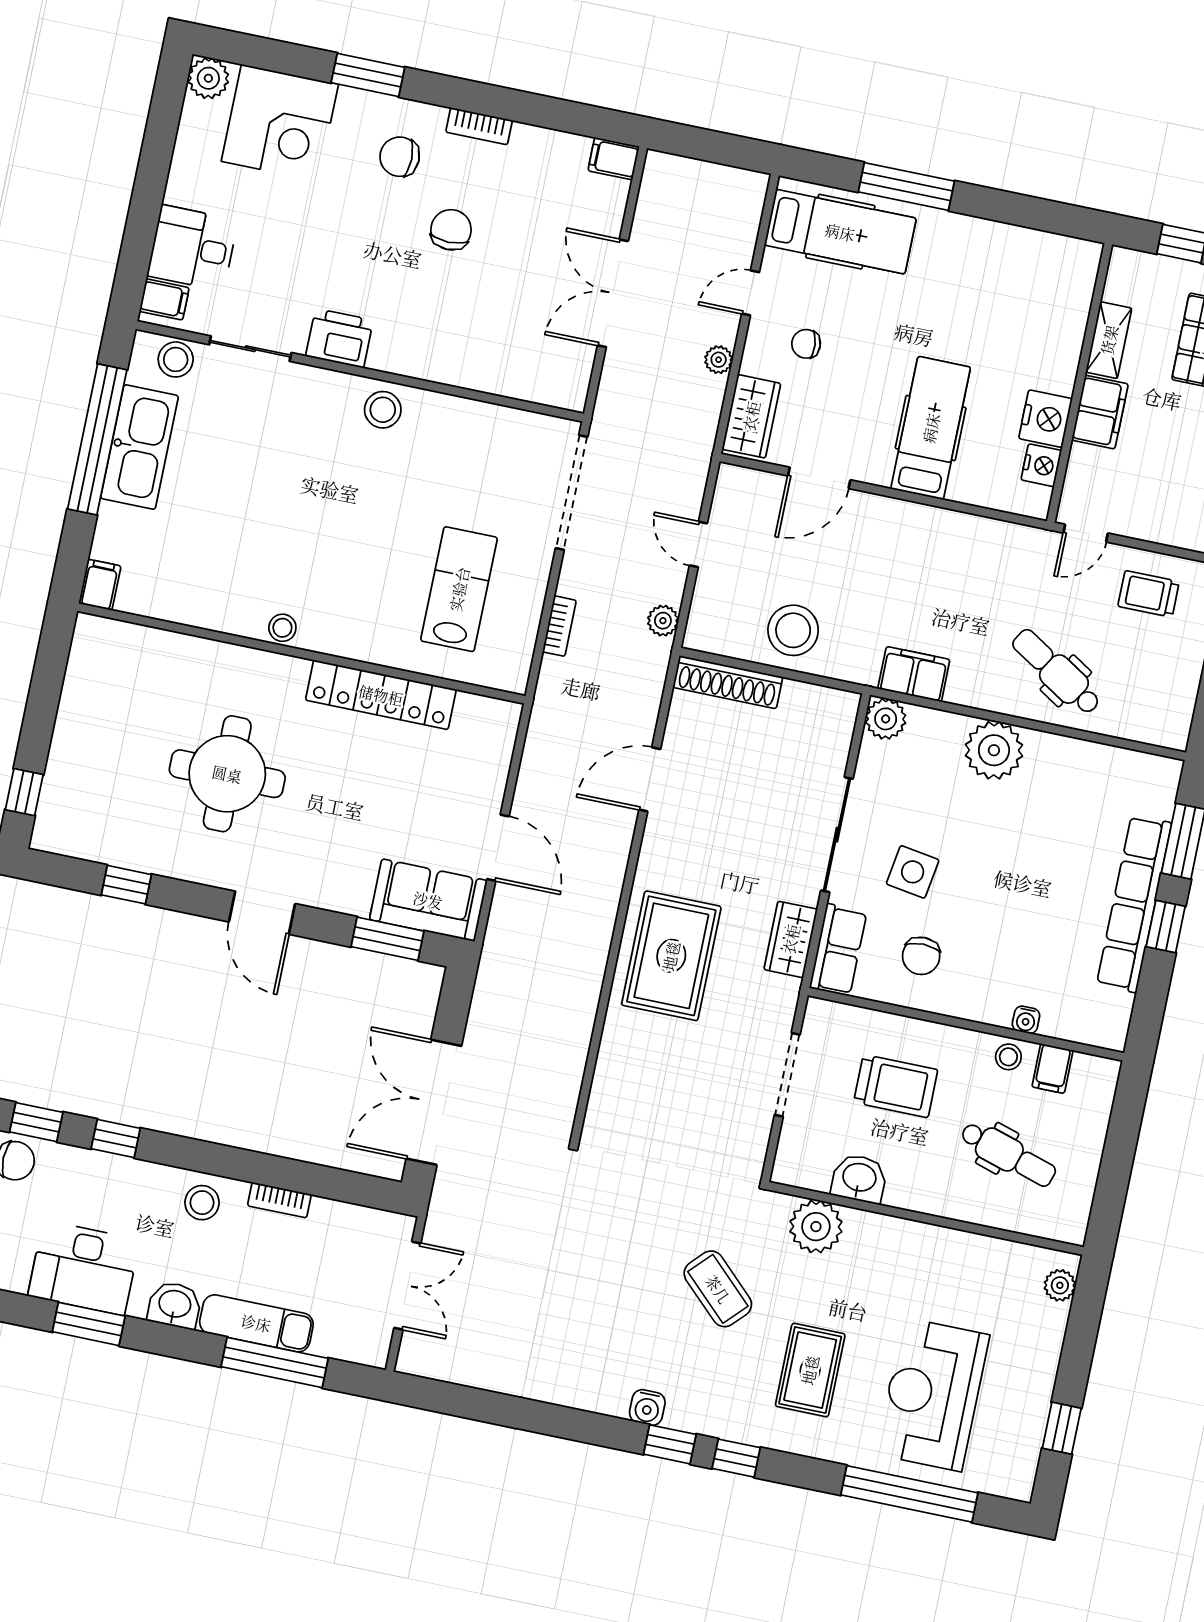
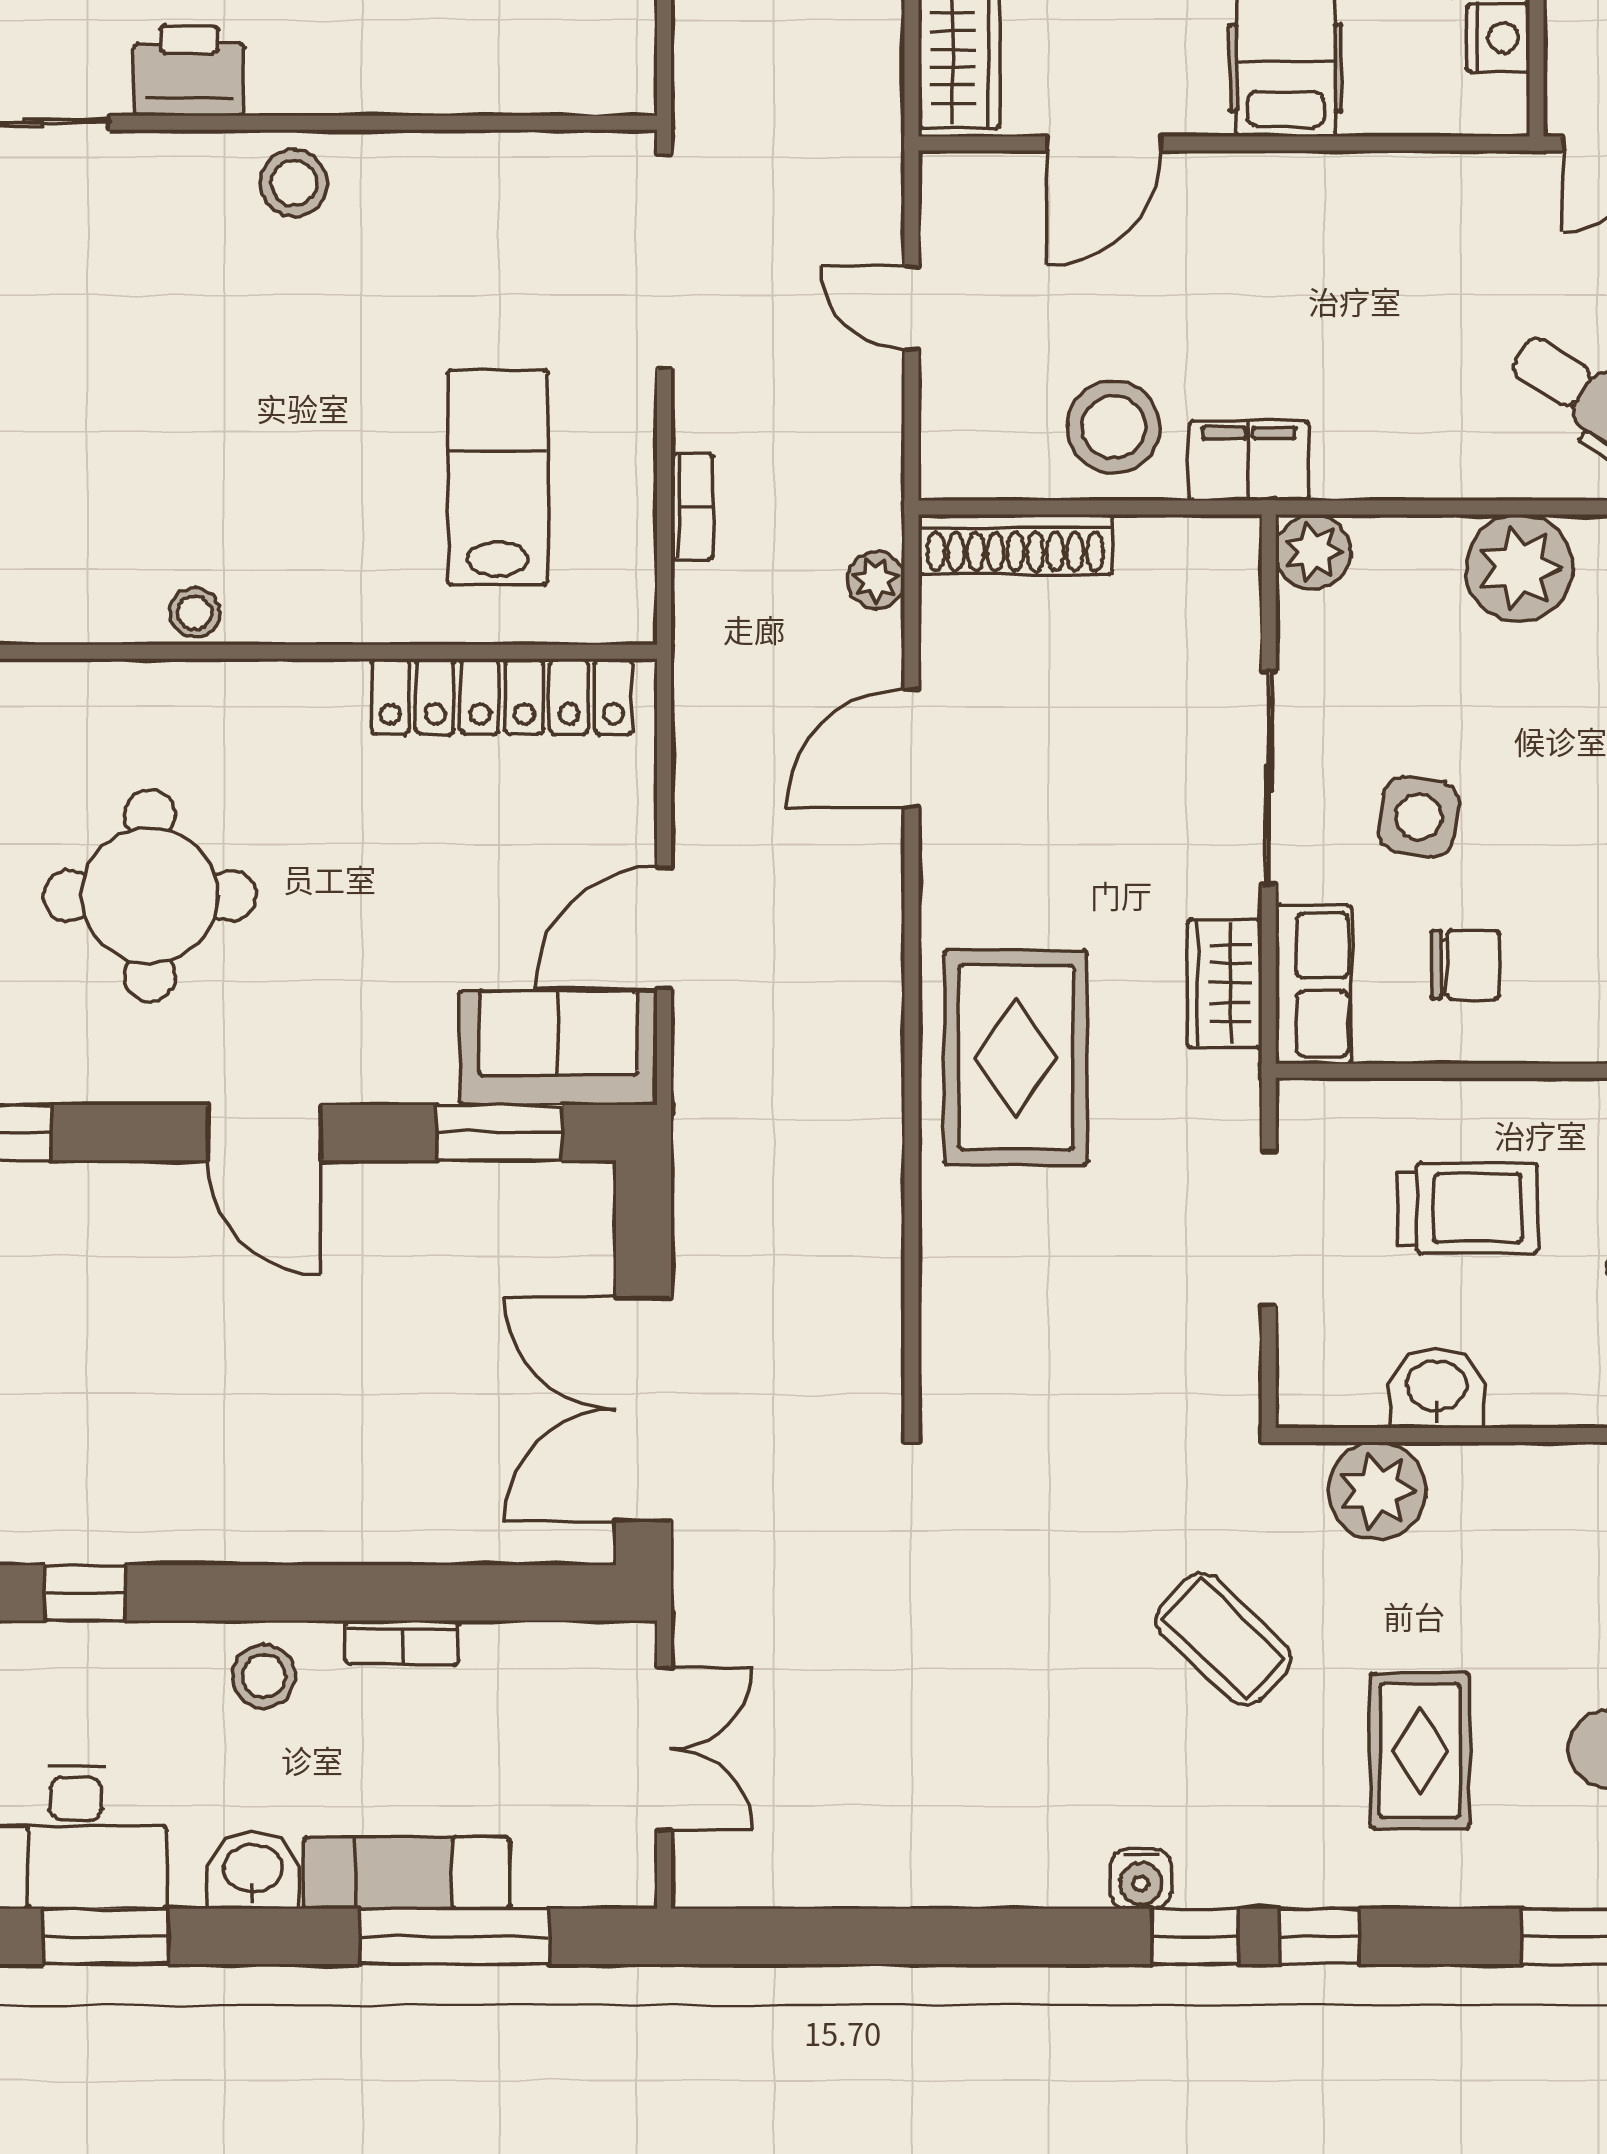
plant: (663, 621) -> (876, 580), moved
filing cabinet: (914, 674) -> (1249, 461), moved
locker: (381, 695) -> (502, 697), moved
door: (498, 848) -> (664, 928), swing flipped
chair: (921, 956) -> (1465, 965), turned -90

